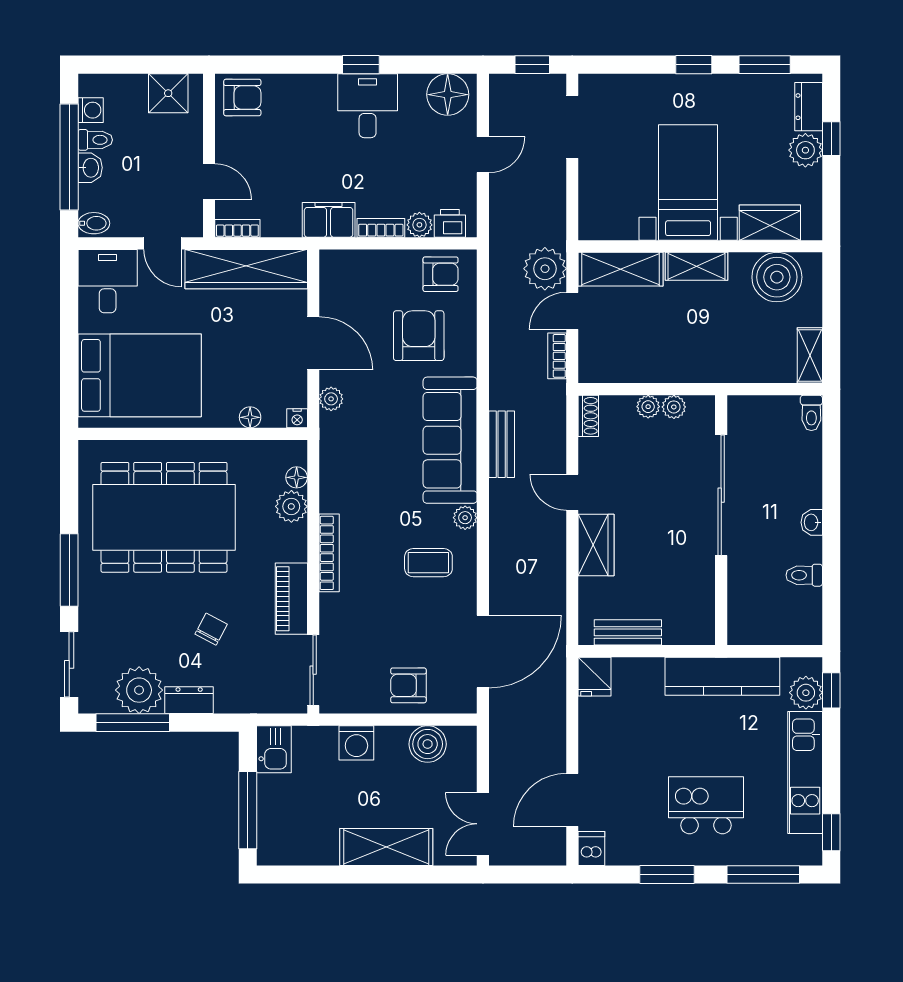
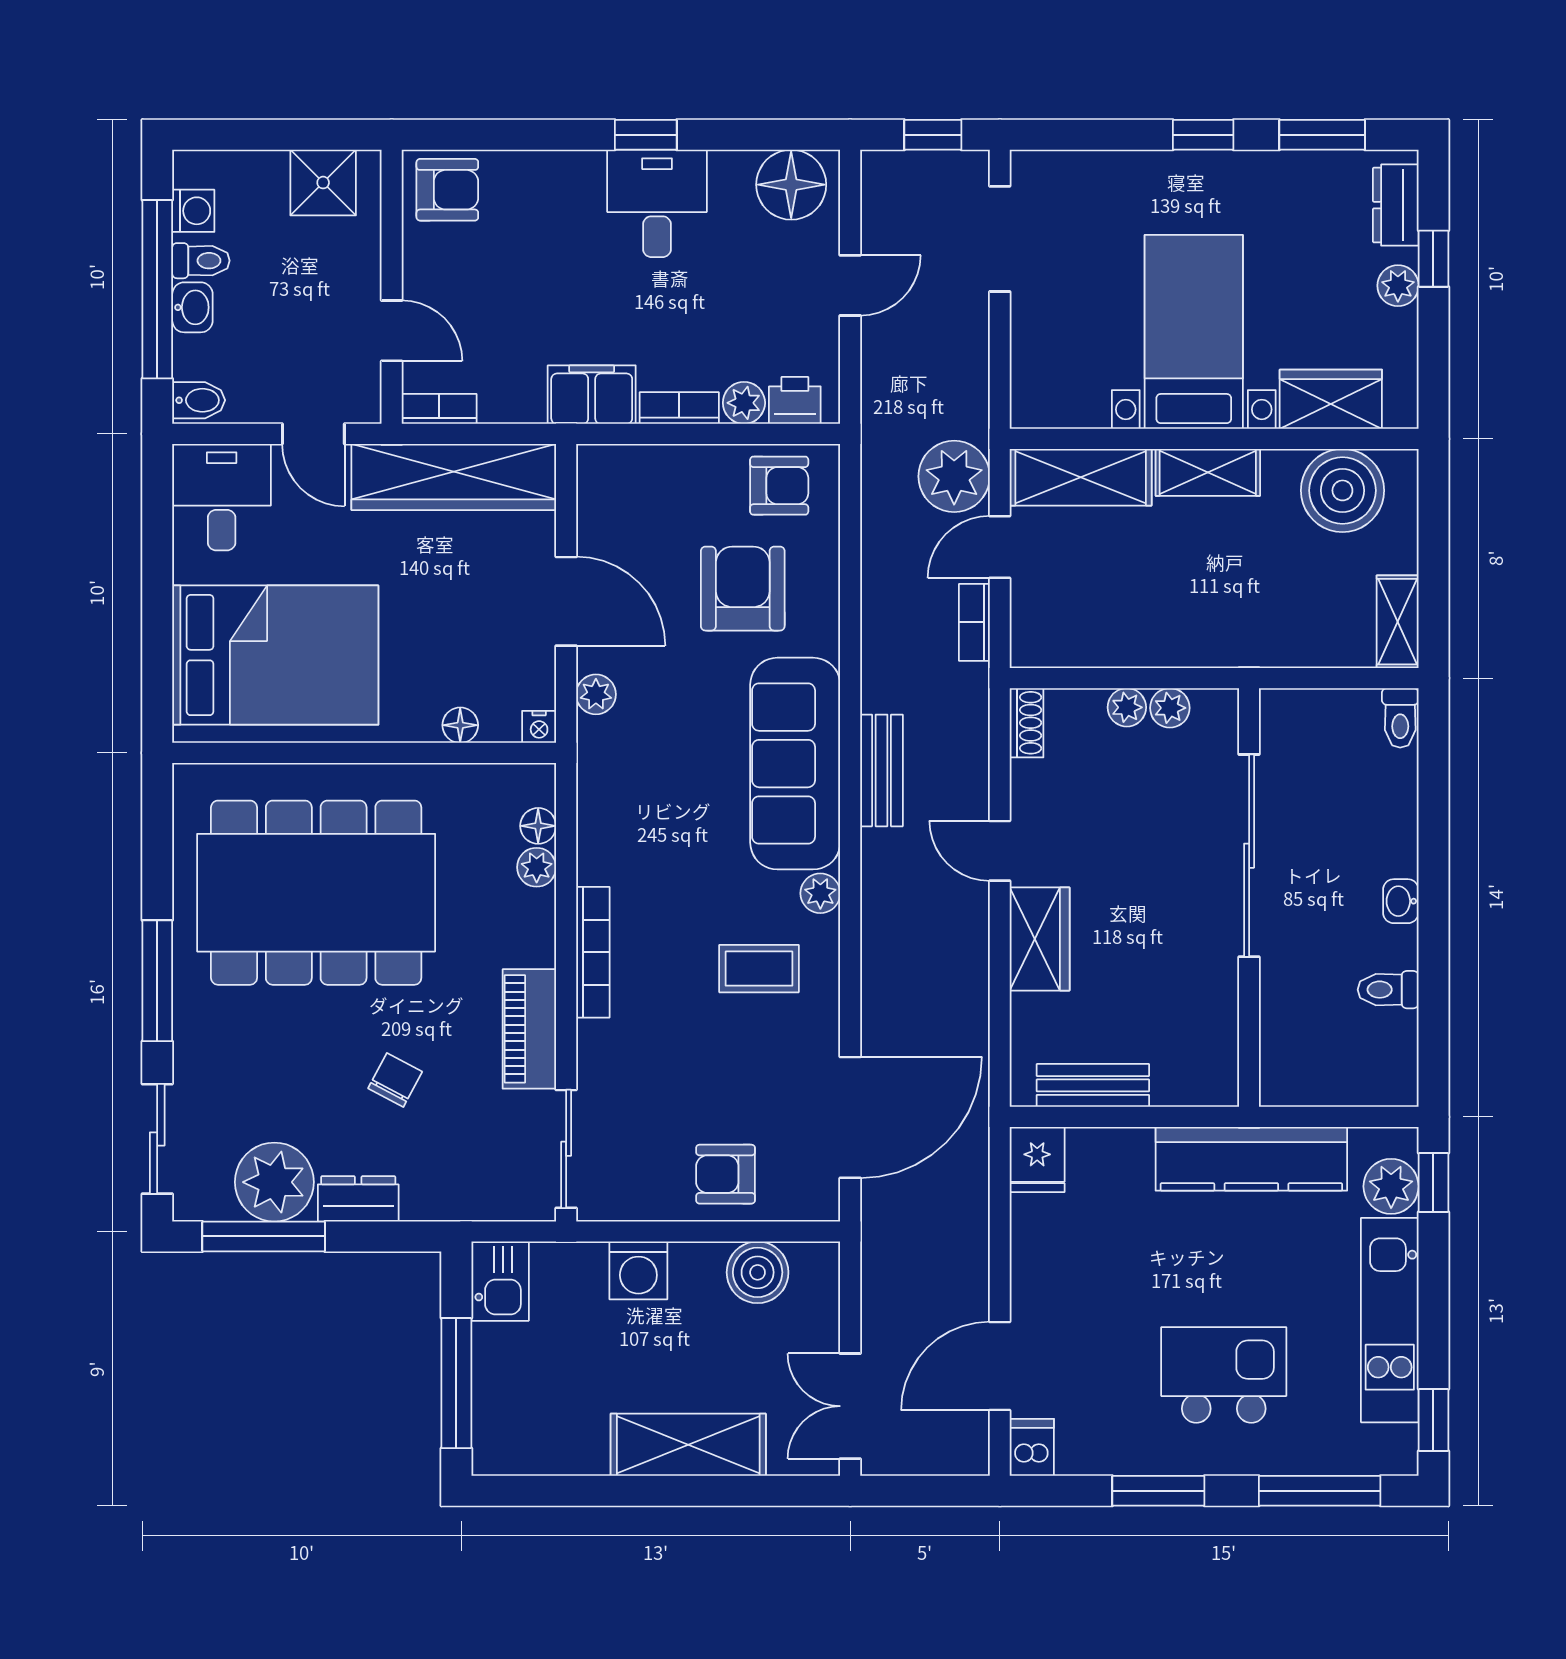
plant: (805, 150) -> (1398, 286), width x0.73, depth x0.73
plant: (291, 506) -> (537, 867), width x0.73, depth x0.73

